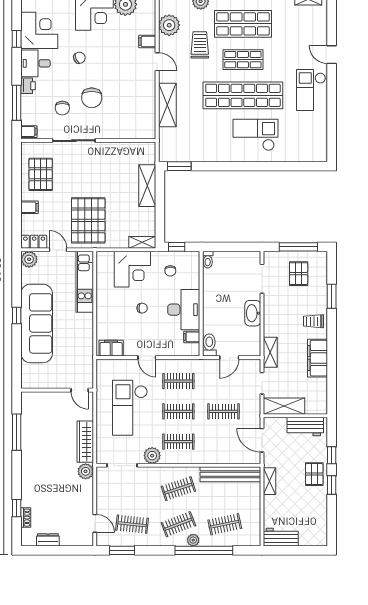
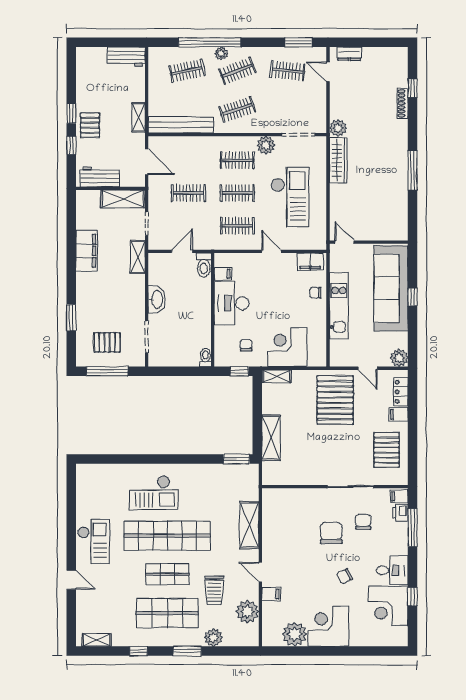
printer: (28, 86) -> (400, 513), moved
locker: (34, 242) -> (401, 392), moved, turned 90
pallet: (299, 274) -> (107, 342), turned 90
kitchen unit: (85, 282) -> (339, 306), moved
chair: (142, 308) -> (316, 293), moved
trolley: (313, 321) -> (91, 291), removed
wall: (57, 390) -> (369, 242), moved
door: (80, 390) -> (344, 242), moved
shoe rack: (26, 518) -> (403, 103), moved, width x1.43
dresser: (48, 540) -> (349, 54), moved

